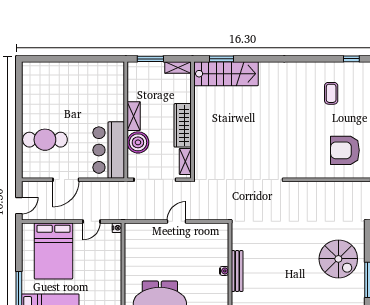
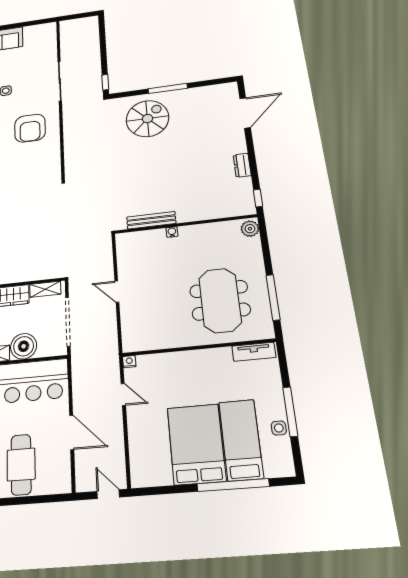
bed: (53, 251) -> (196, 444), moved, turned -90
bench: (237, 271) -> (151, 220), moved

